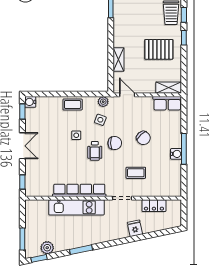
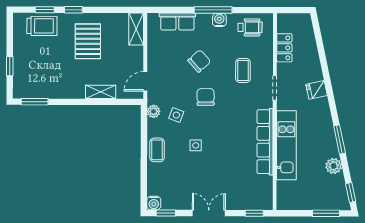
row of seats: (167, 103) -> (177, 22), moved, turned 90
wheelchair: (95, 151) -> (250, 27), moved
fridge: (135, 228) -> (317, 90), moved
plant: (47, 248) -> (334, 166), moved

